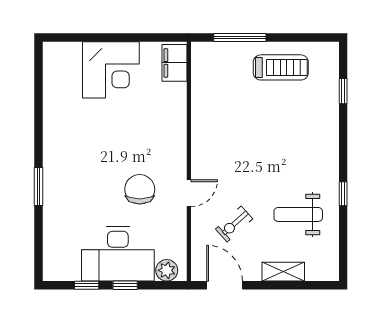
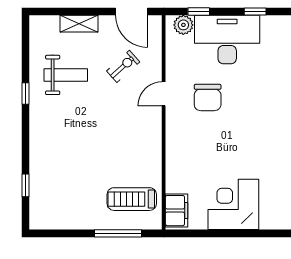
treadmill: (281, 67) -> (132, 199), moved
window: (125, 285) -> (199, 12), moved

